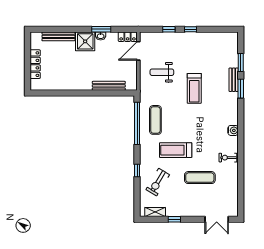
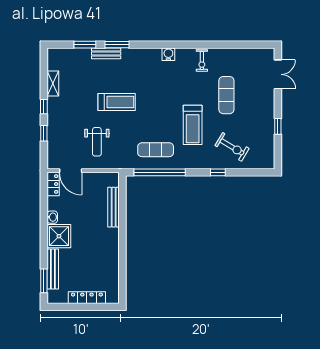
window: (101, 29) -> (44, 281), moved
shelving: (155, 212) -> (53, 83), moved

